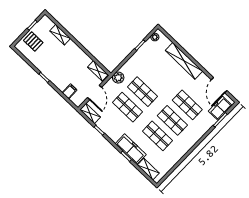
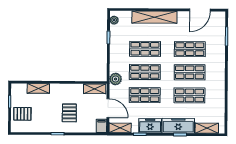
pallet: (65, 71) -> (69, 113), added
shop shelf: (157, 76) -> (145, 49), added
door: (219, 85) -> (200, 10), hinge flipped
filing cabinet: (70, 91) -> (101, 126), moved
freezer: (220, 108) -> (150, 126), moved, turned 90

